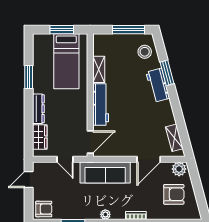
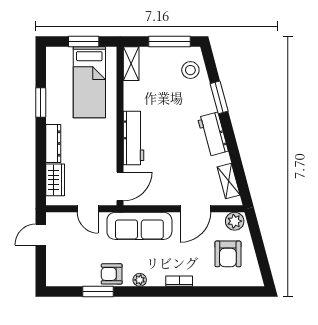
shelving: (99, 69) -> (131, 64), moved
workbench: (158, 85) -> (213, 134), moved
armchair: (174, 194) -> (228, 254), turned 90
armchair: (44, 209) -> (112, 274), moved, turned 180

